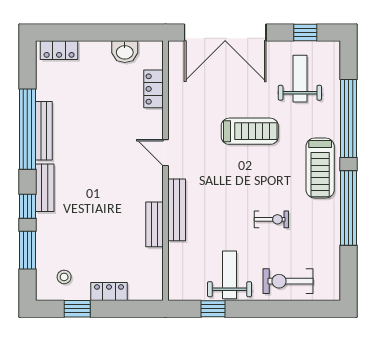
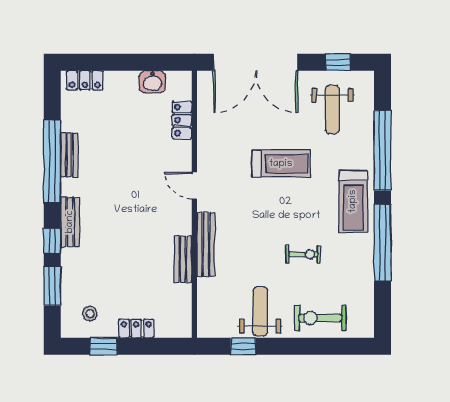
weight bench: (300, 79) -> (333, 110), turned 180
bench: (44, 131) -> (69, 155), width x0.73

